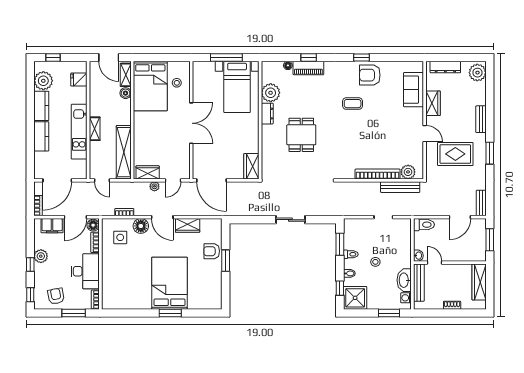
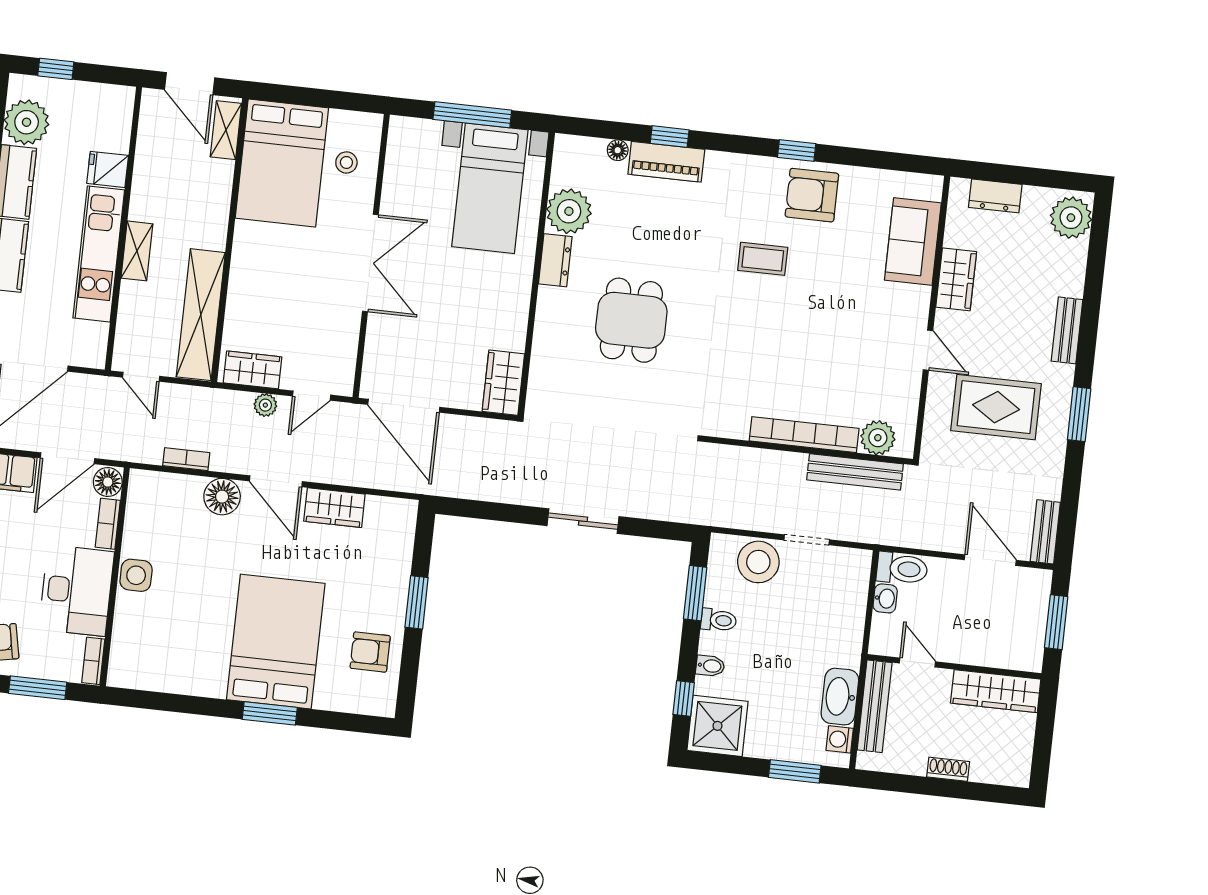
dresser: (445, 67) -> (995, 196), width x0.70
fridge: (79, 80) -> (108, 169), moved
boiler: (126, 93) -> (221, 174), removed
door: (460, 217) -> (990, 560), swing flipped
side table: (120, 237) -> (136, 575), moved
armchair: (212, 251) -> (370, 652), moved
washbasin: (418, 256) -> (885, 598), moved
stool: (375, 262) -> (758, 562), moved, width x1.89, depth x1.89
wardrobe: (479, 282) -> (996, 691), moved, turned -90

